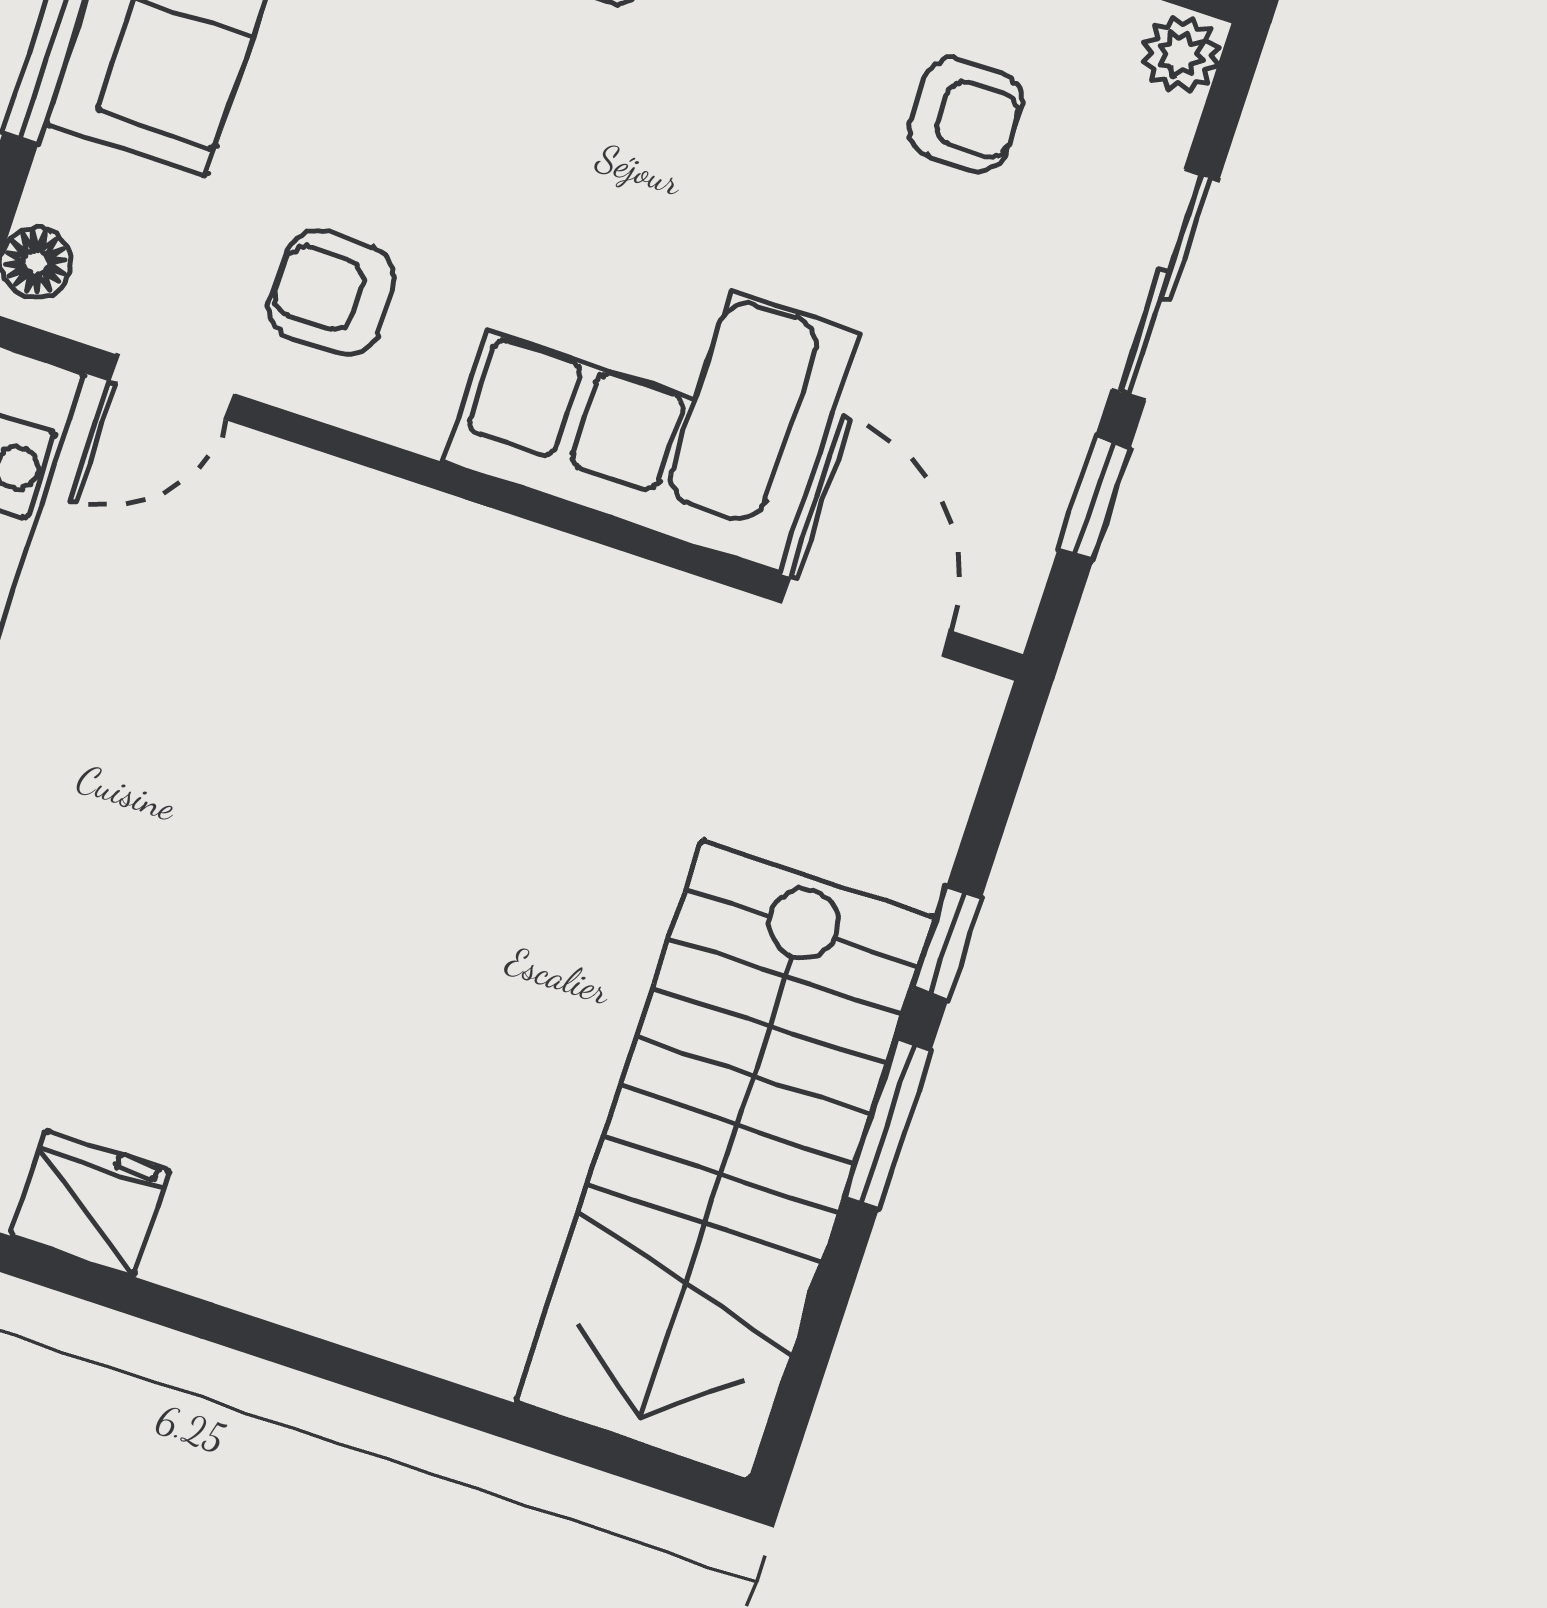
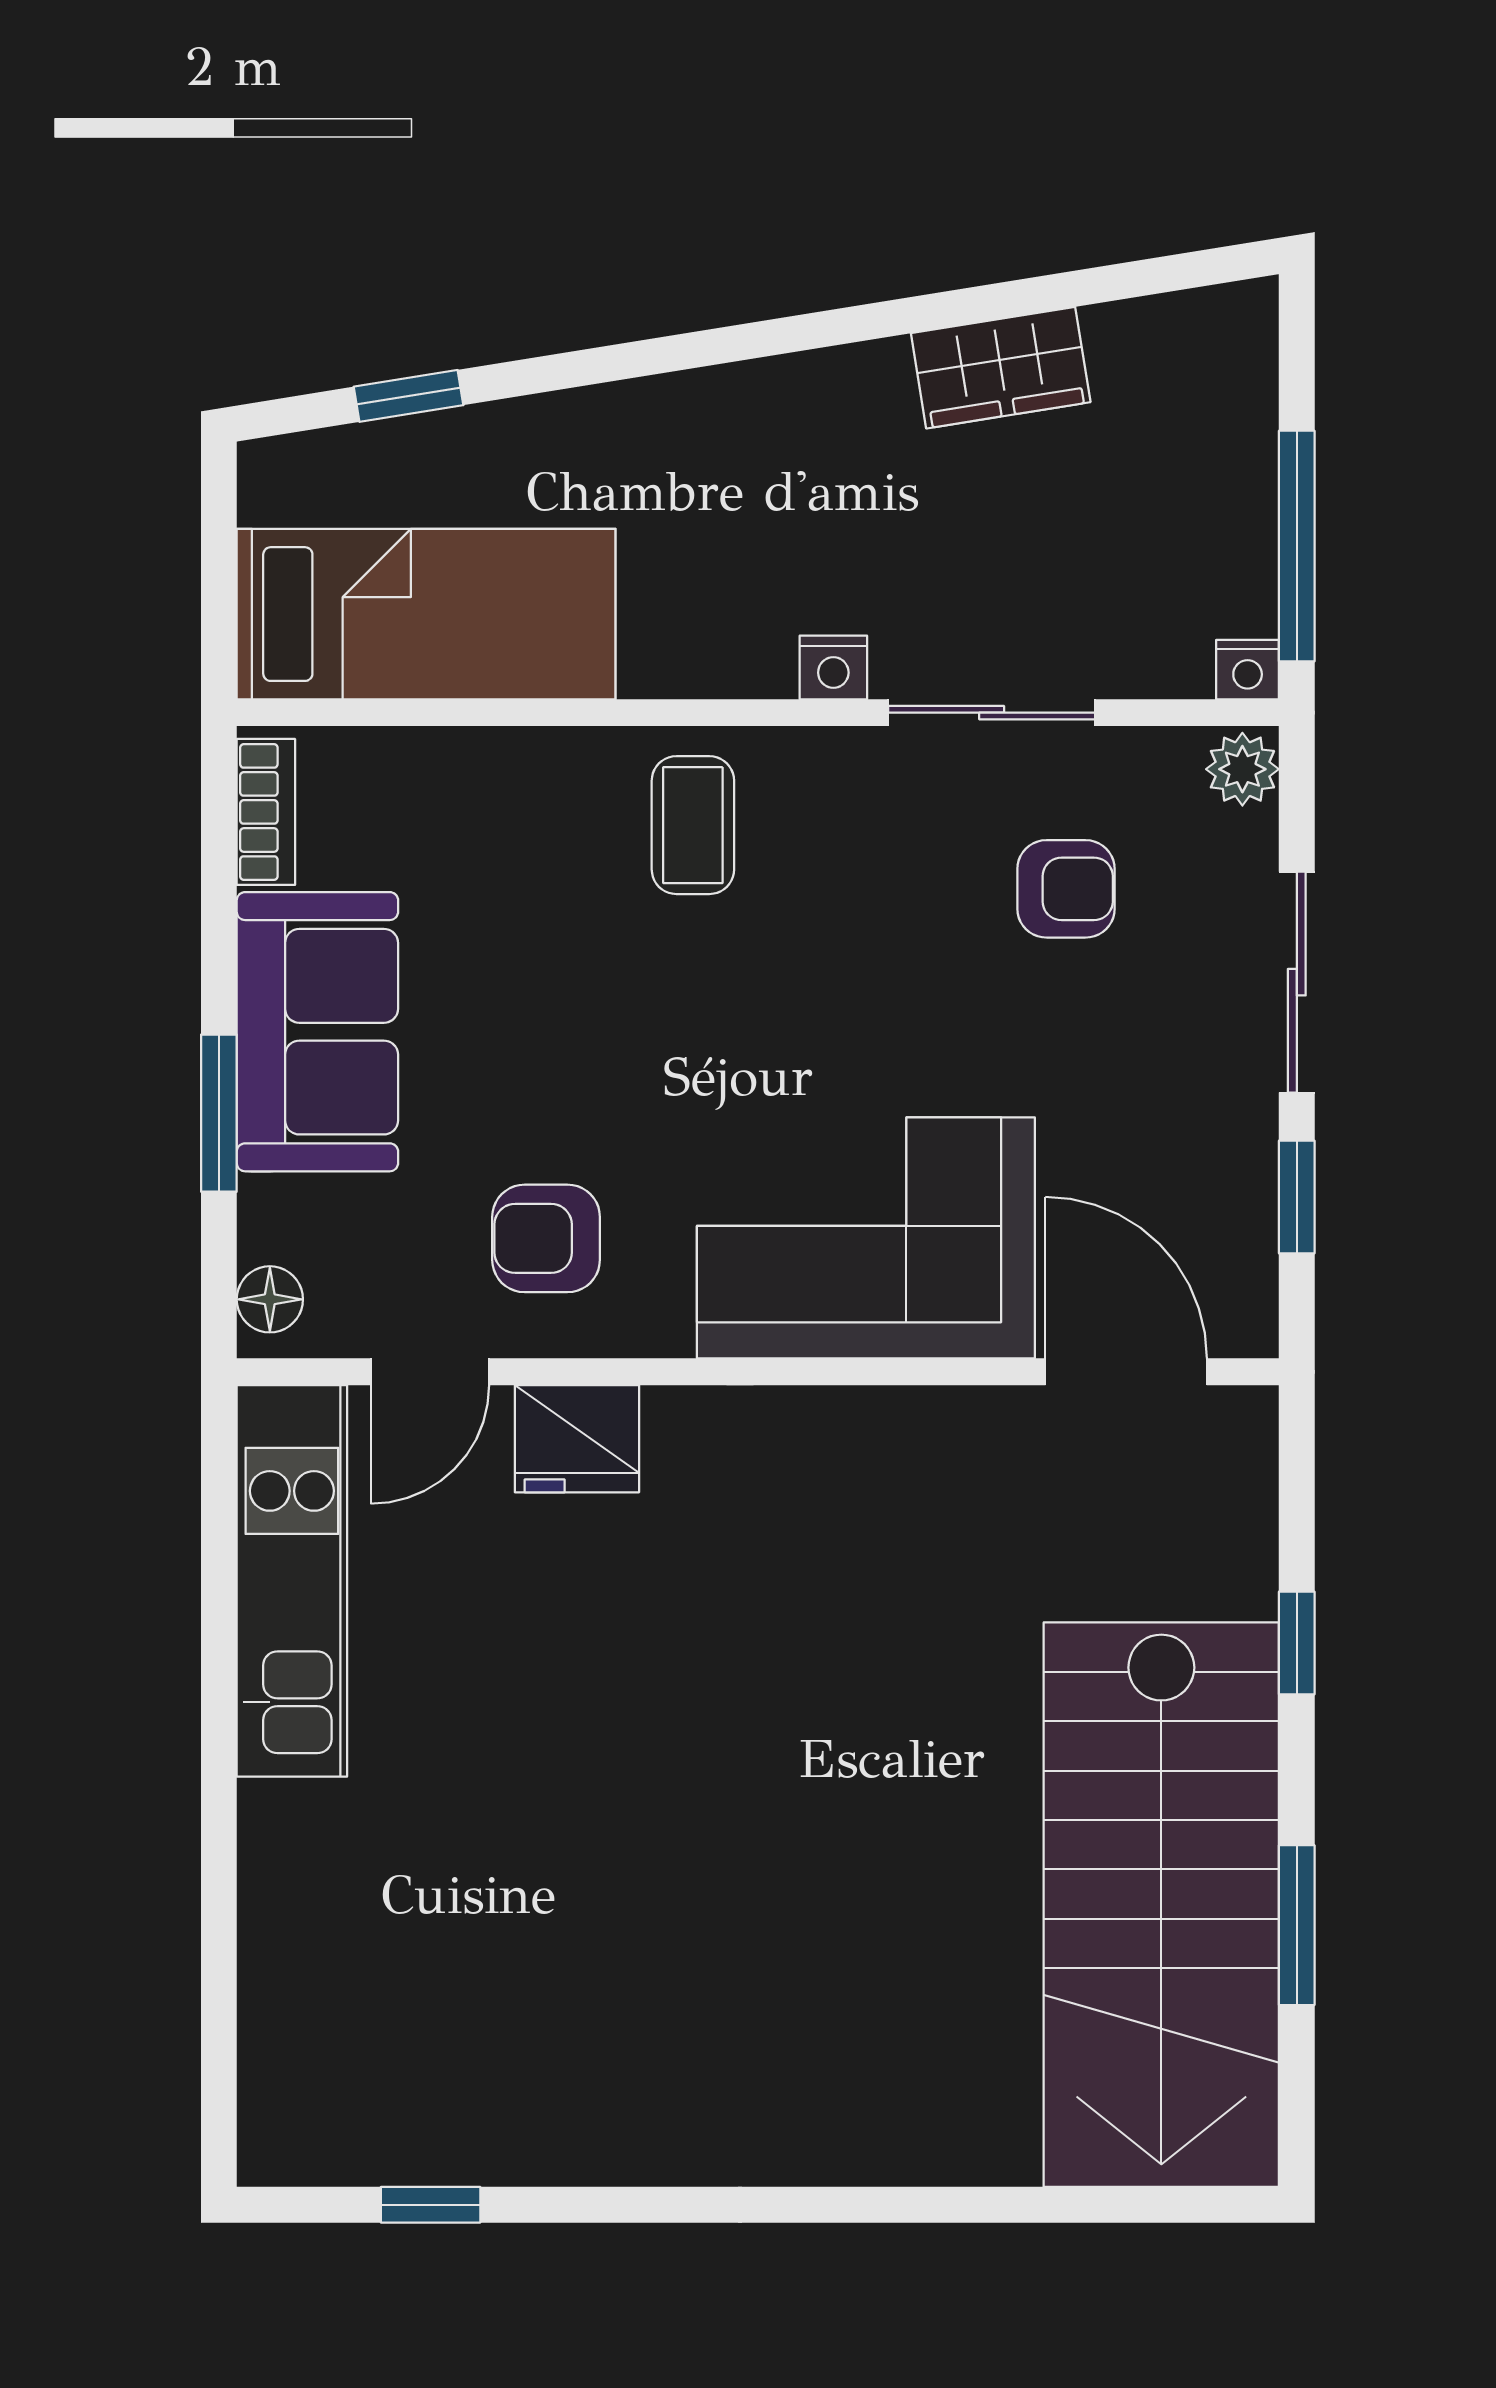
window: (887, 1124) -> (1297, 1925), moved
fridge: (90, 1203) -> (577, 1439), moved, turned 180

